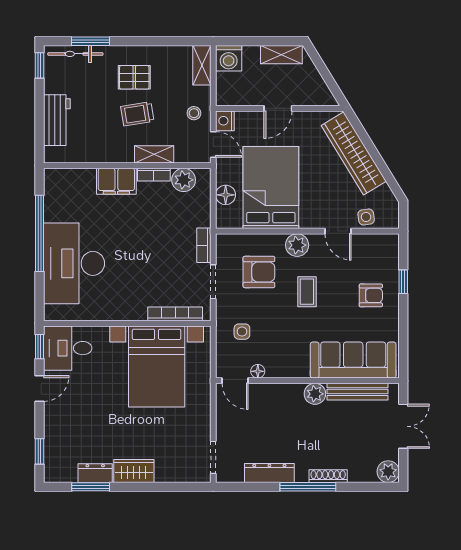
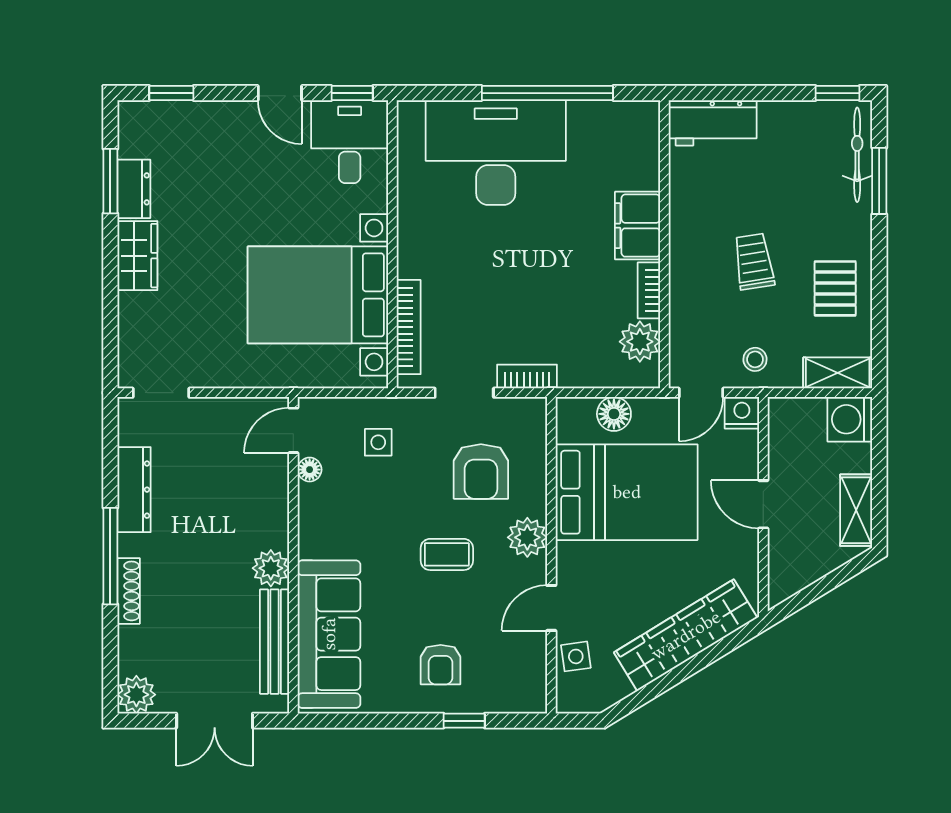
pallet: (134, 77) -> (835, 288), moved
workbench: (57, 120) -> (713, 123), moved
shelving: (154, 154) -> (684, 291), removed

